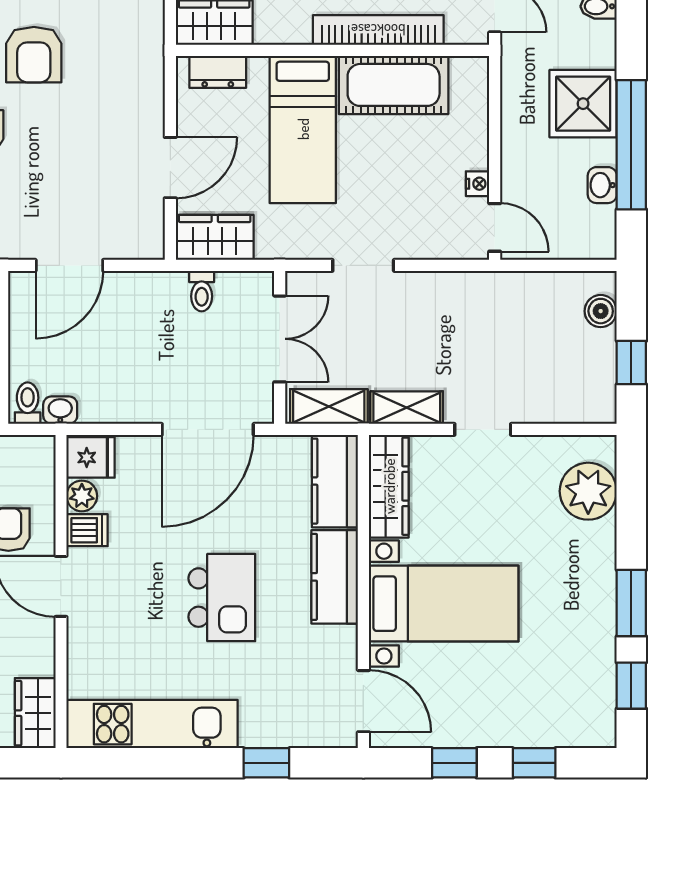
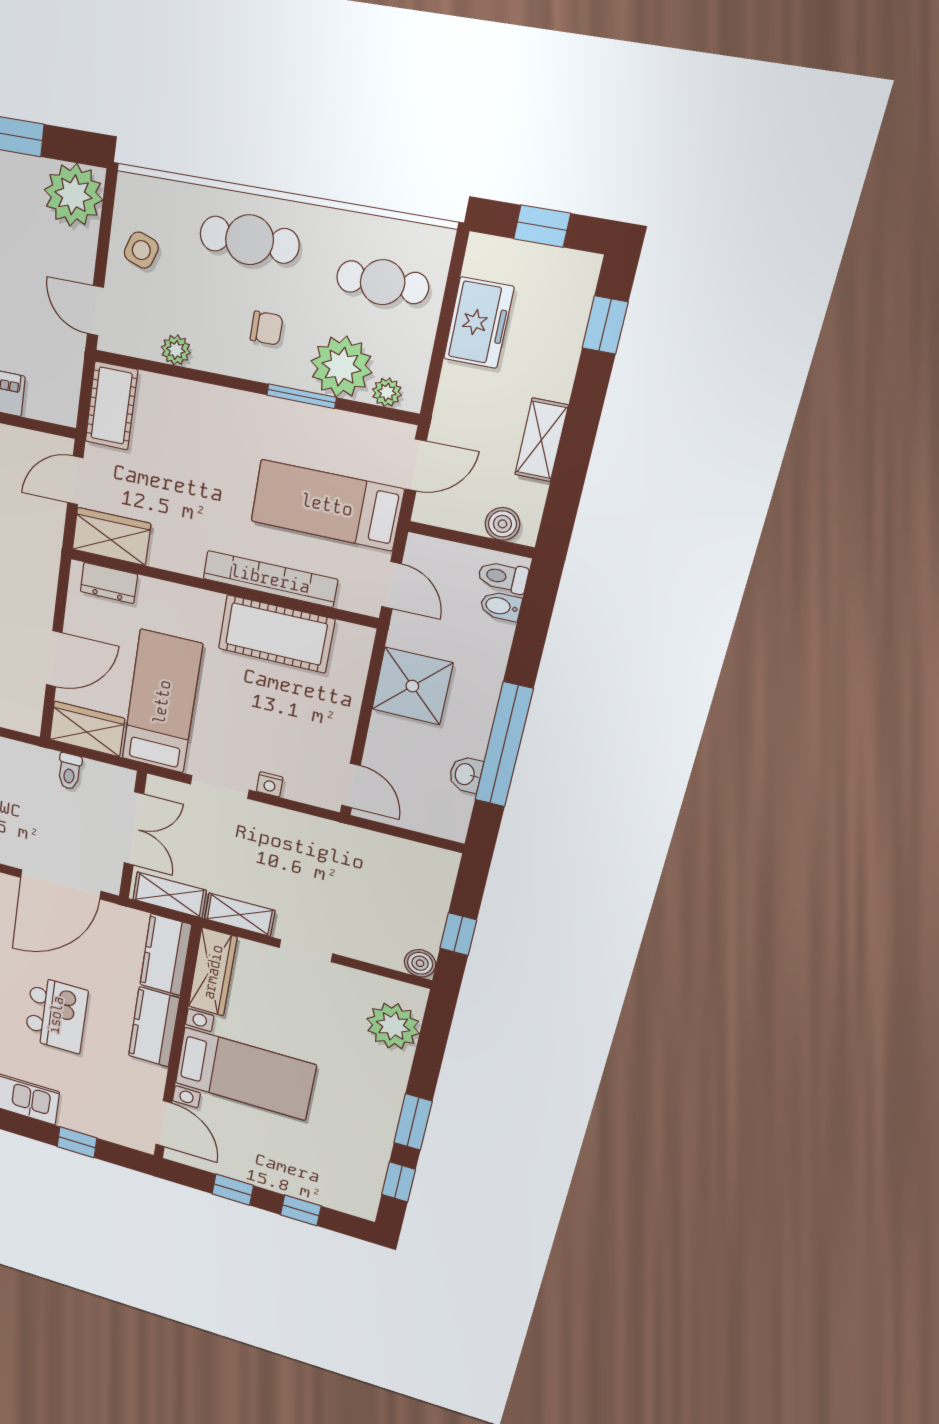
shower: (583, 104) -> (412, 686), moved
bed: (303, 129) -> (162, 702), moved, turned 180
nightstand: (478, 184) -> (270, 784), moved, turned 90
boiler: (601, 311) -> (420, 963), moved

